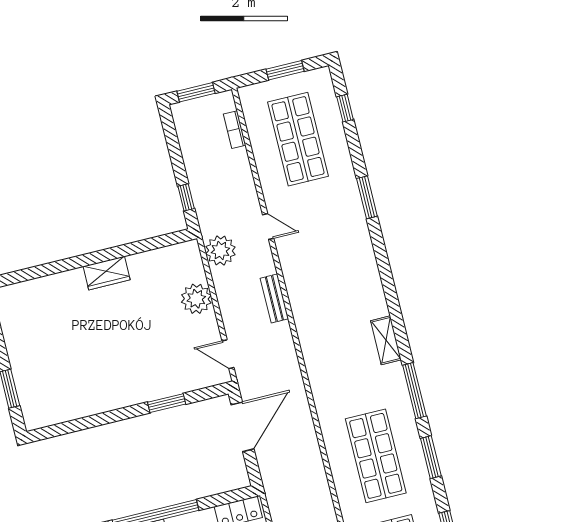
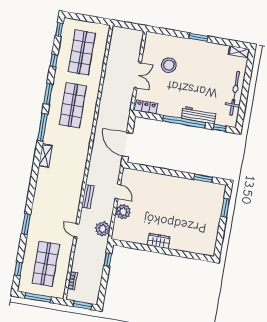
window: (285, 70) -> (38, 298), width x1.44
door: (228, 354) -> (118, 192), moved
window: (167, 403) -> (203, 178), moved
door: (242, 427) -> (127, 145), hinge flipped

